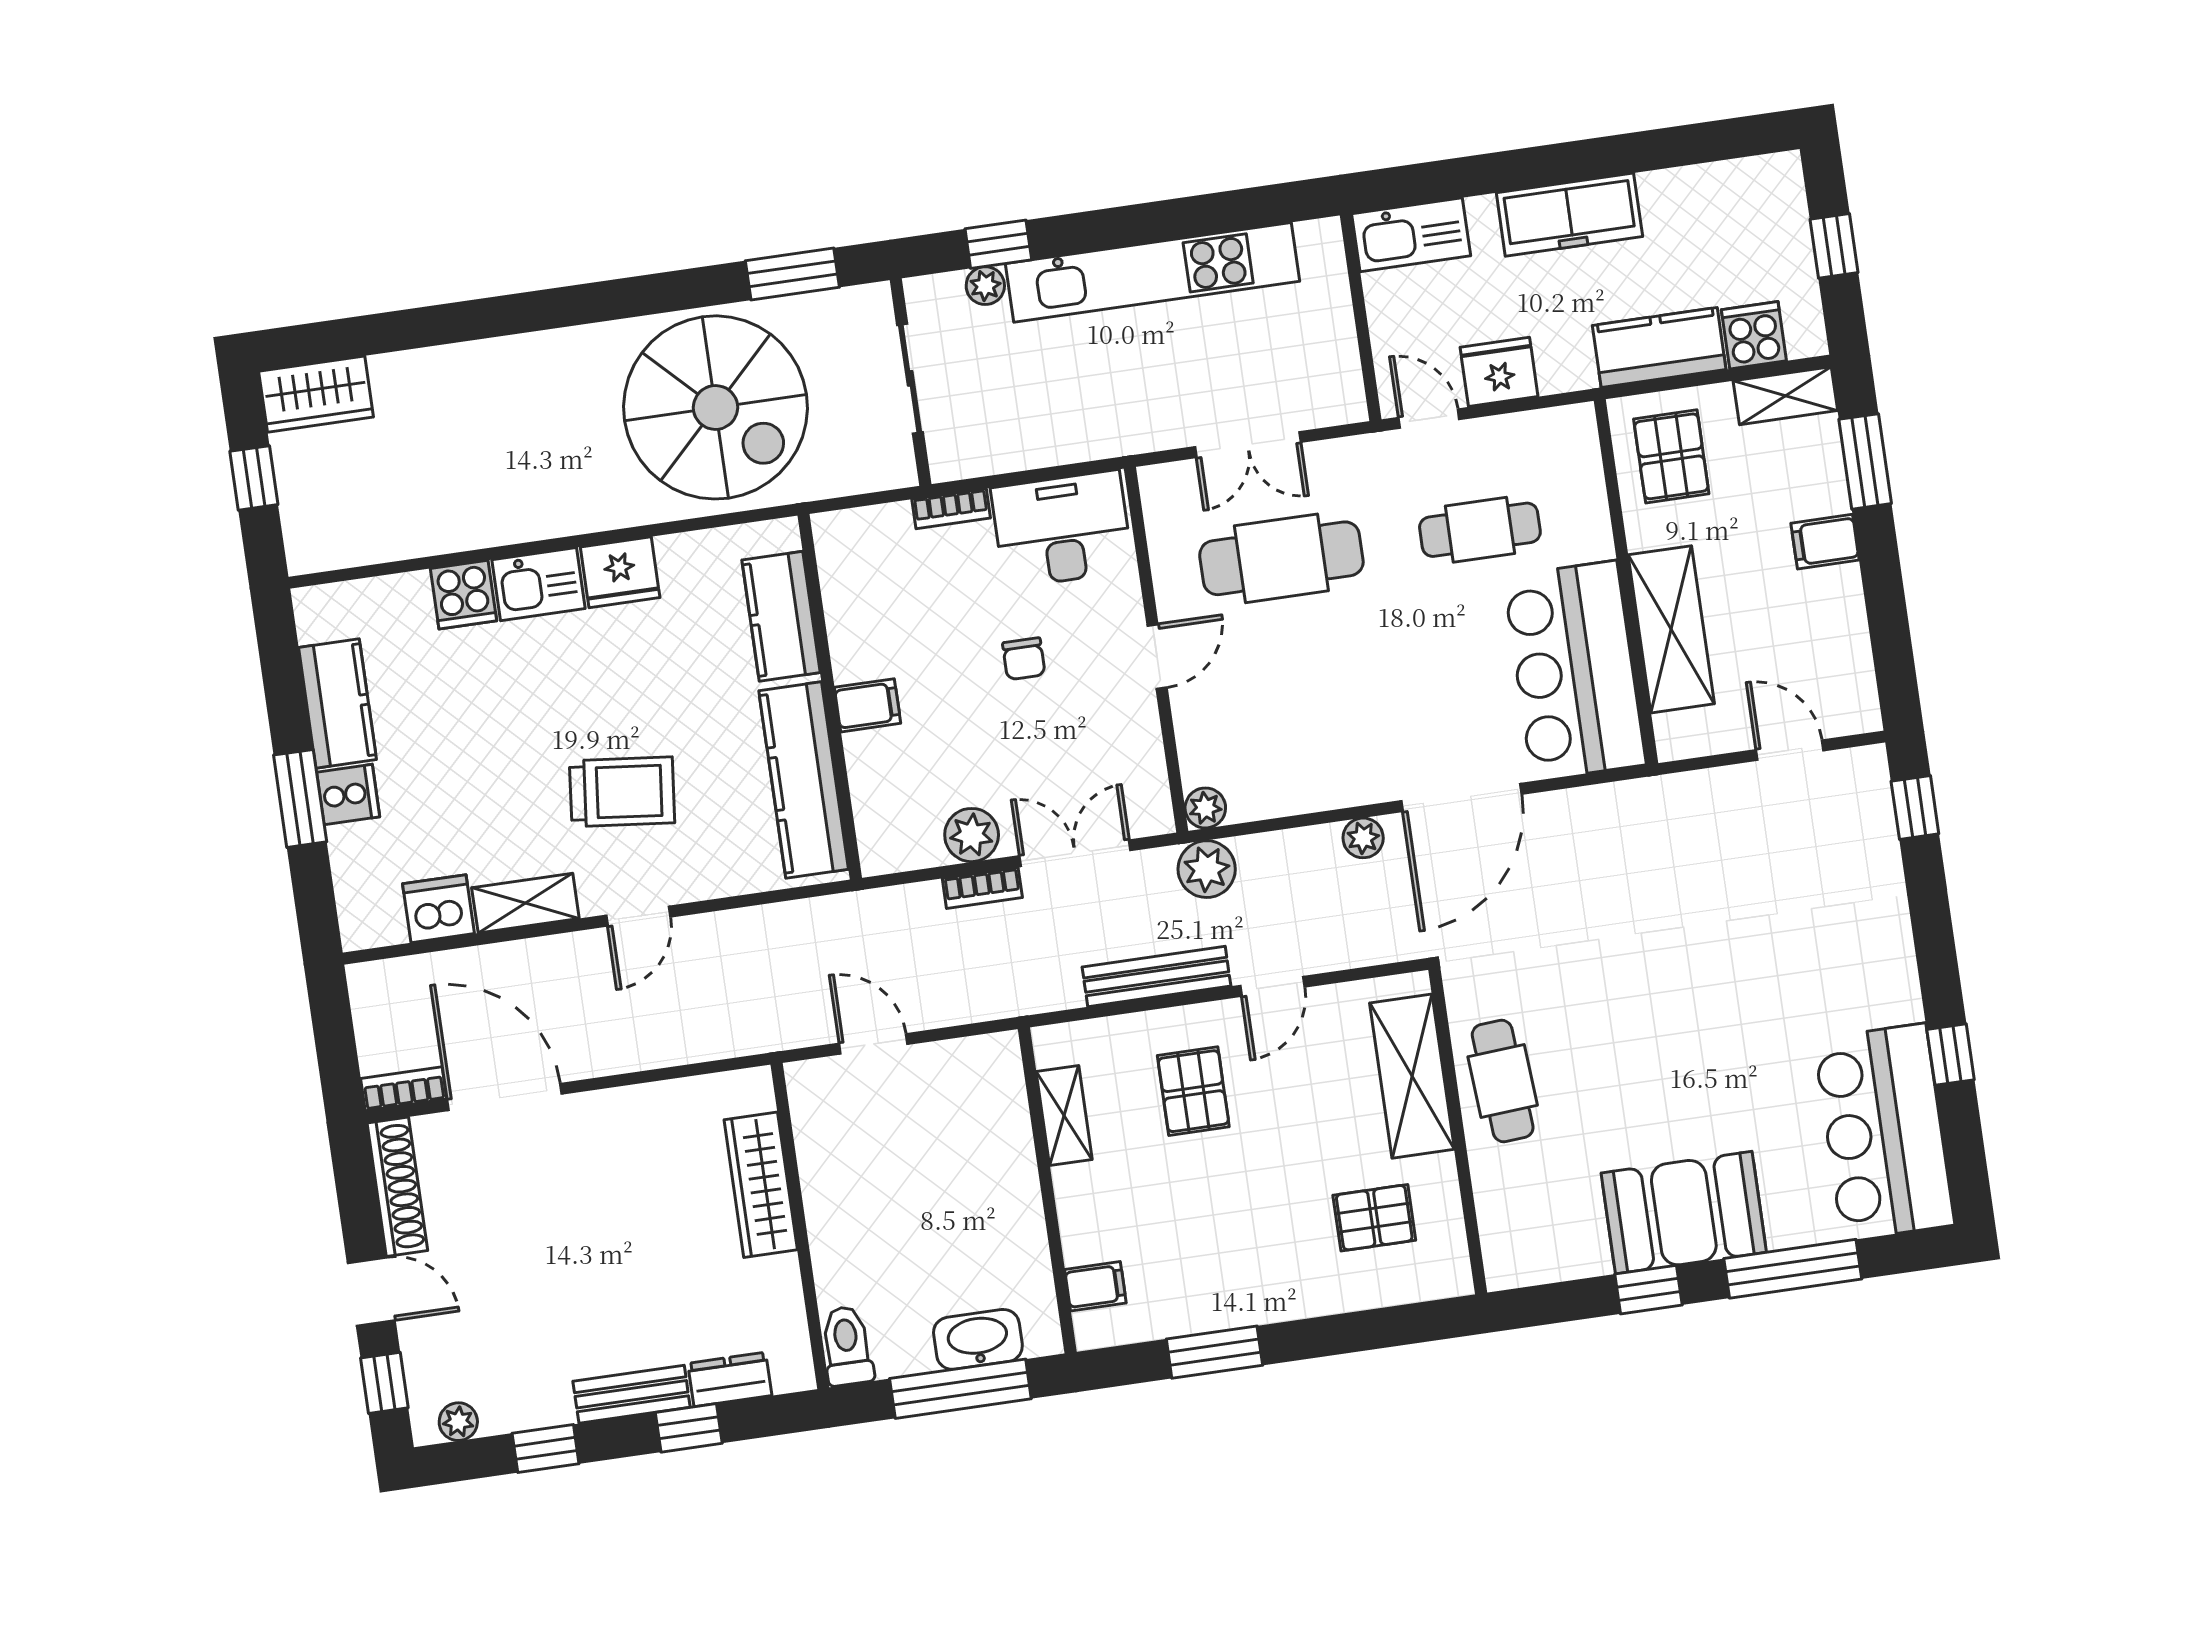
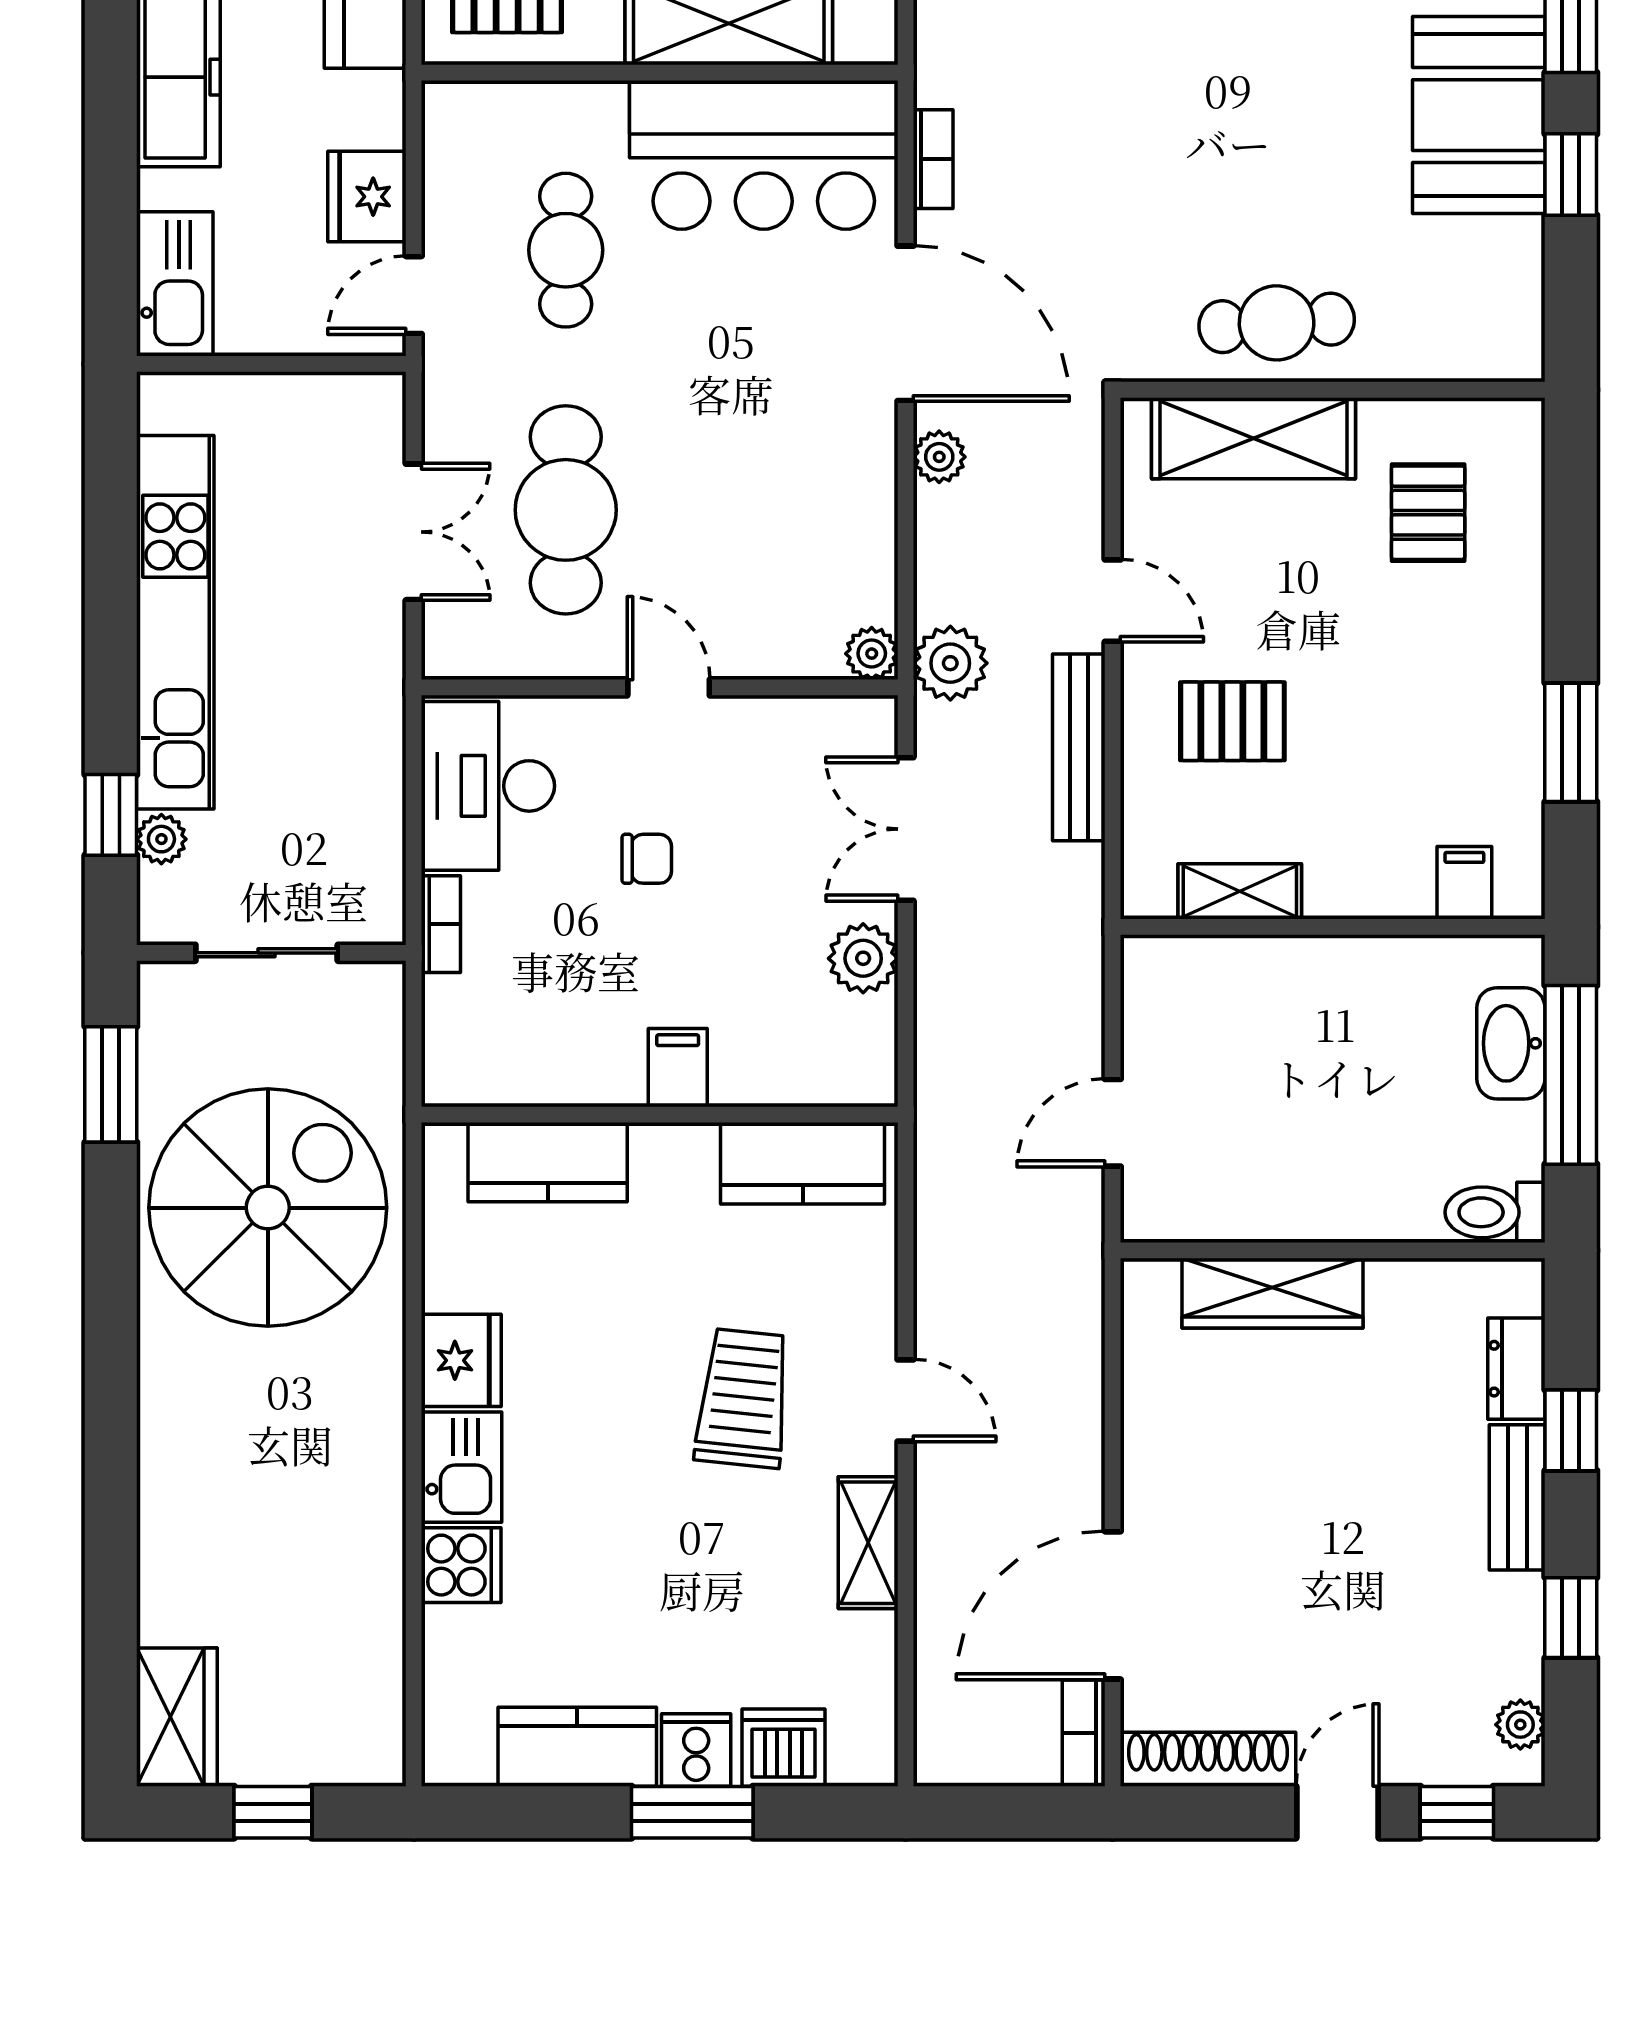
kitchen counter: (804, 780) -> (803, 1163), width x0.67
bookcase: (982, 888) -> (933, 159), moved
dishwasher: (438, 909) -> (783, 1748), moved, turned 90

